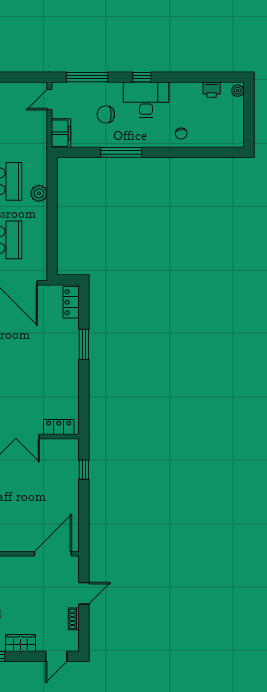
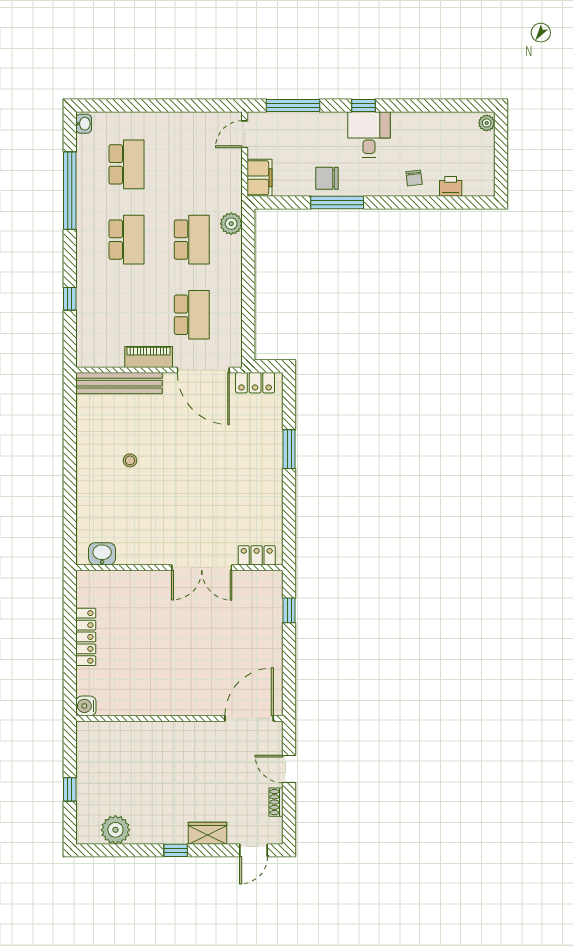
printer: (212, 90) -> (451, 186), moved, turned 180
desk: (146, 100) -> (369, 134), width x0.73
chair: (106, 114) -> (327, 178), moved
plant: (39, 193) -> (231, 224), moved
locker: (71, 302) -> (255, 383), moved, turned -90
door: (84, 593) -> (289, 769), swing flipped

